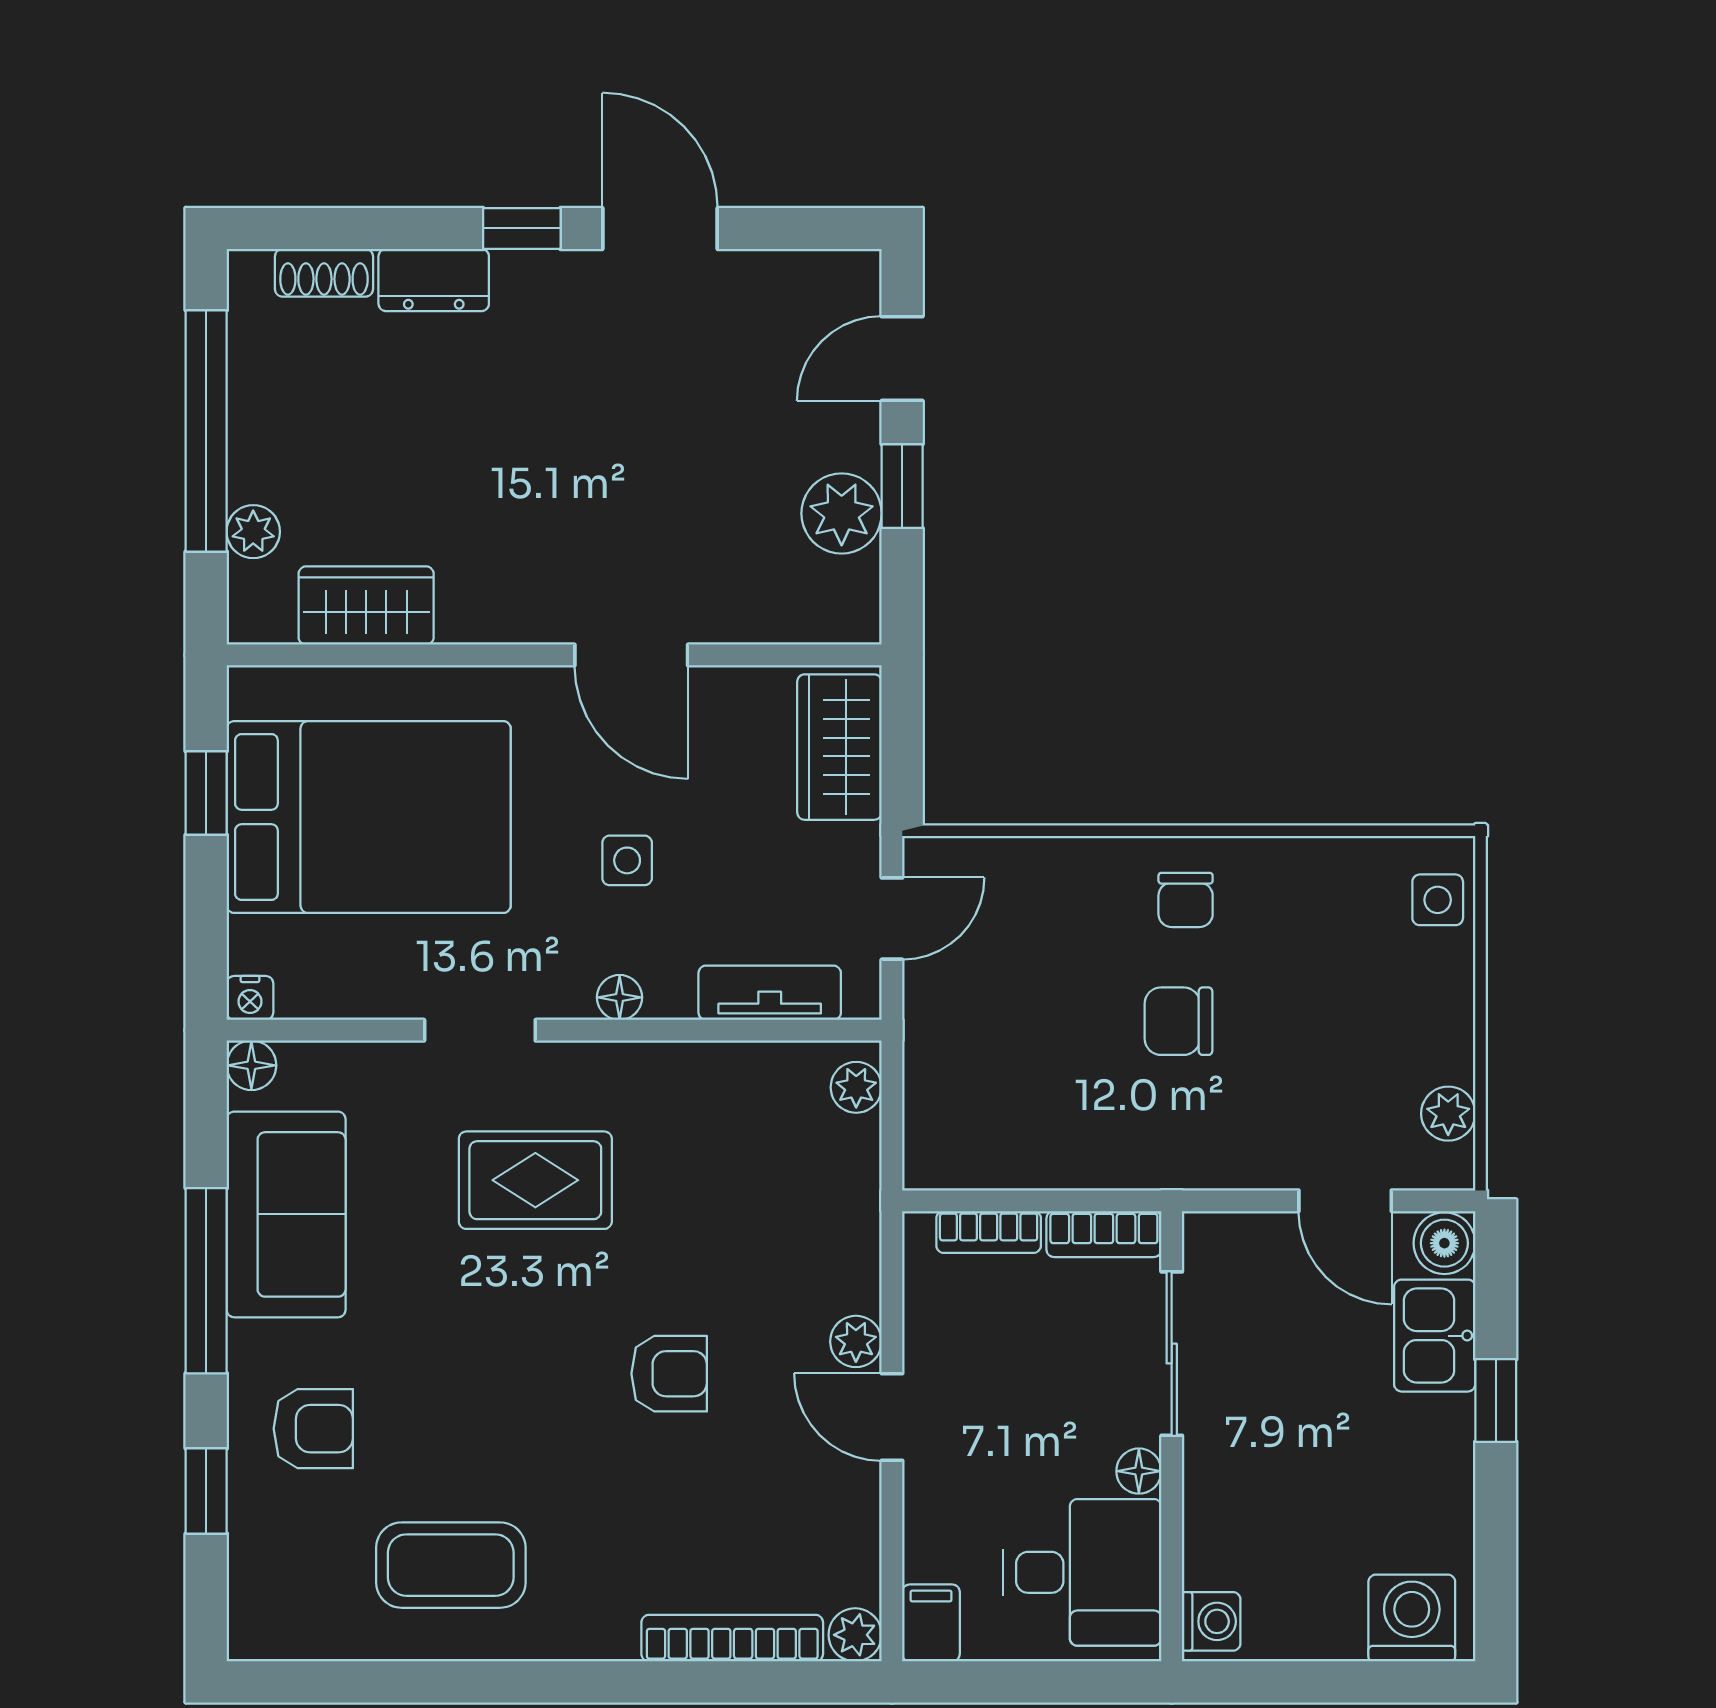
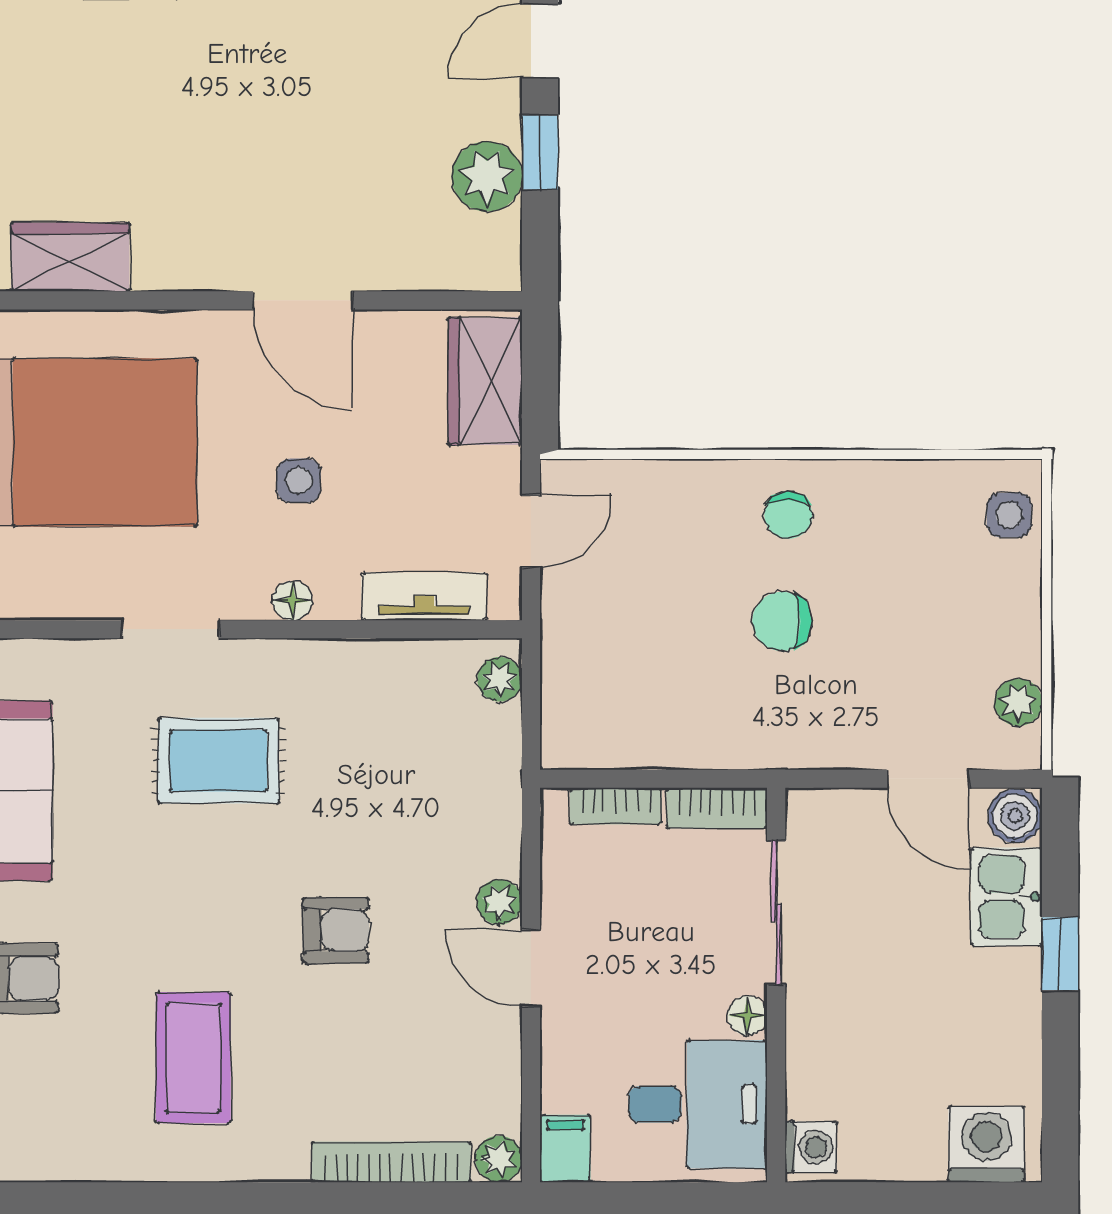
coffee table: (451, 1565) -> (193, 1058), moved, turned 90

